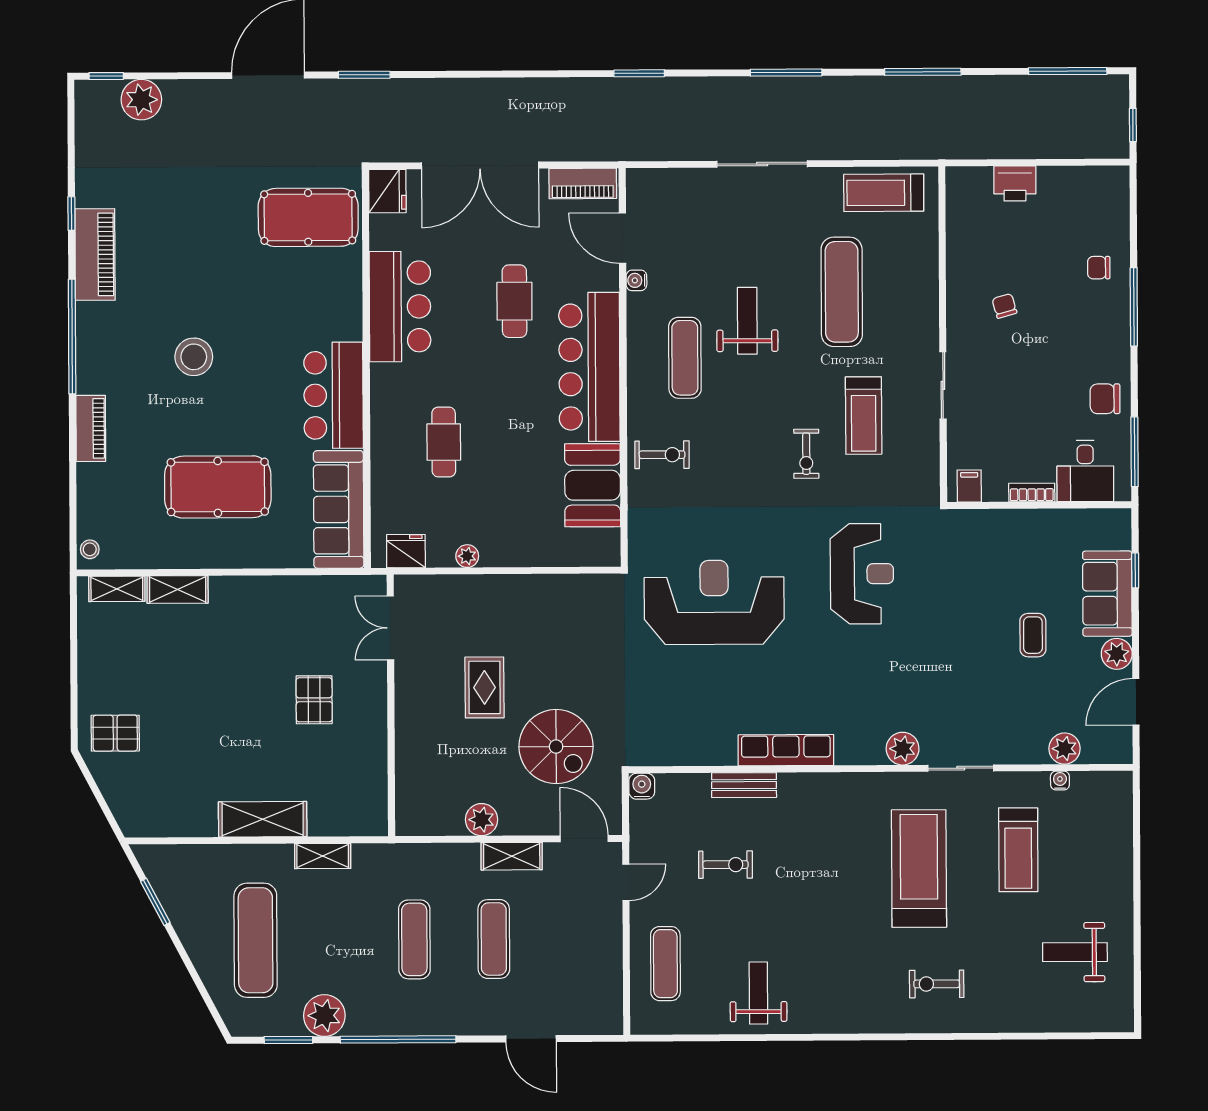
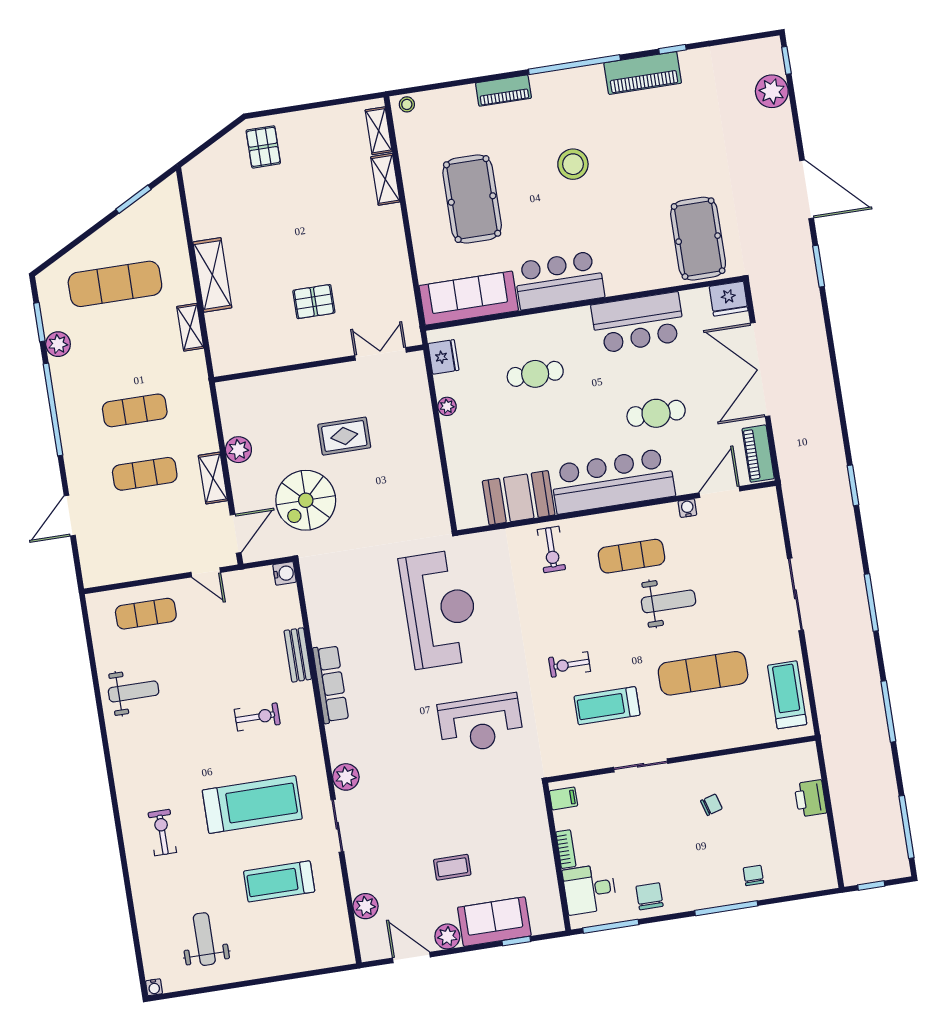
water cooler: (1060, 780) -> (154, 987), moved, turned 90
exercise bike: (725, 865) -> (257, 717), moved, turned -90
plant: (324, 1016) -> (58, 344), width x0.73, depth x0.73

